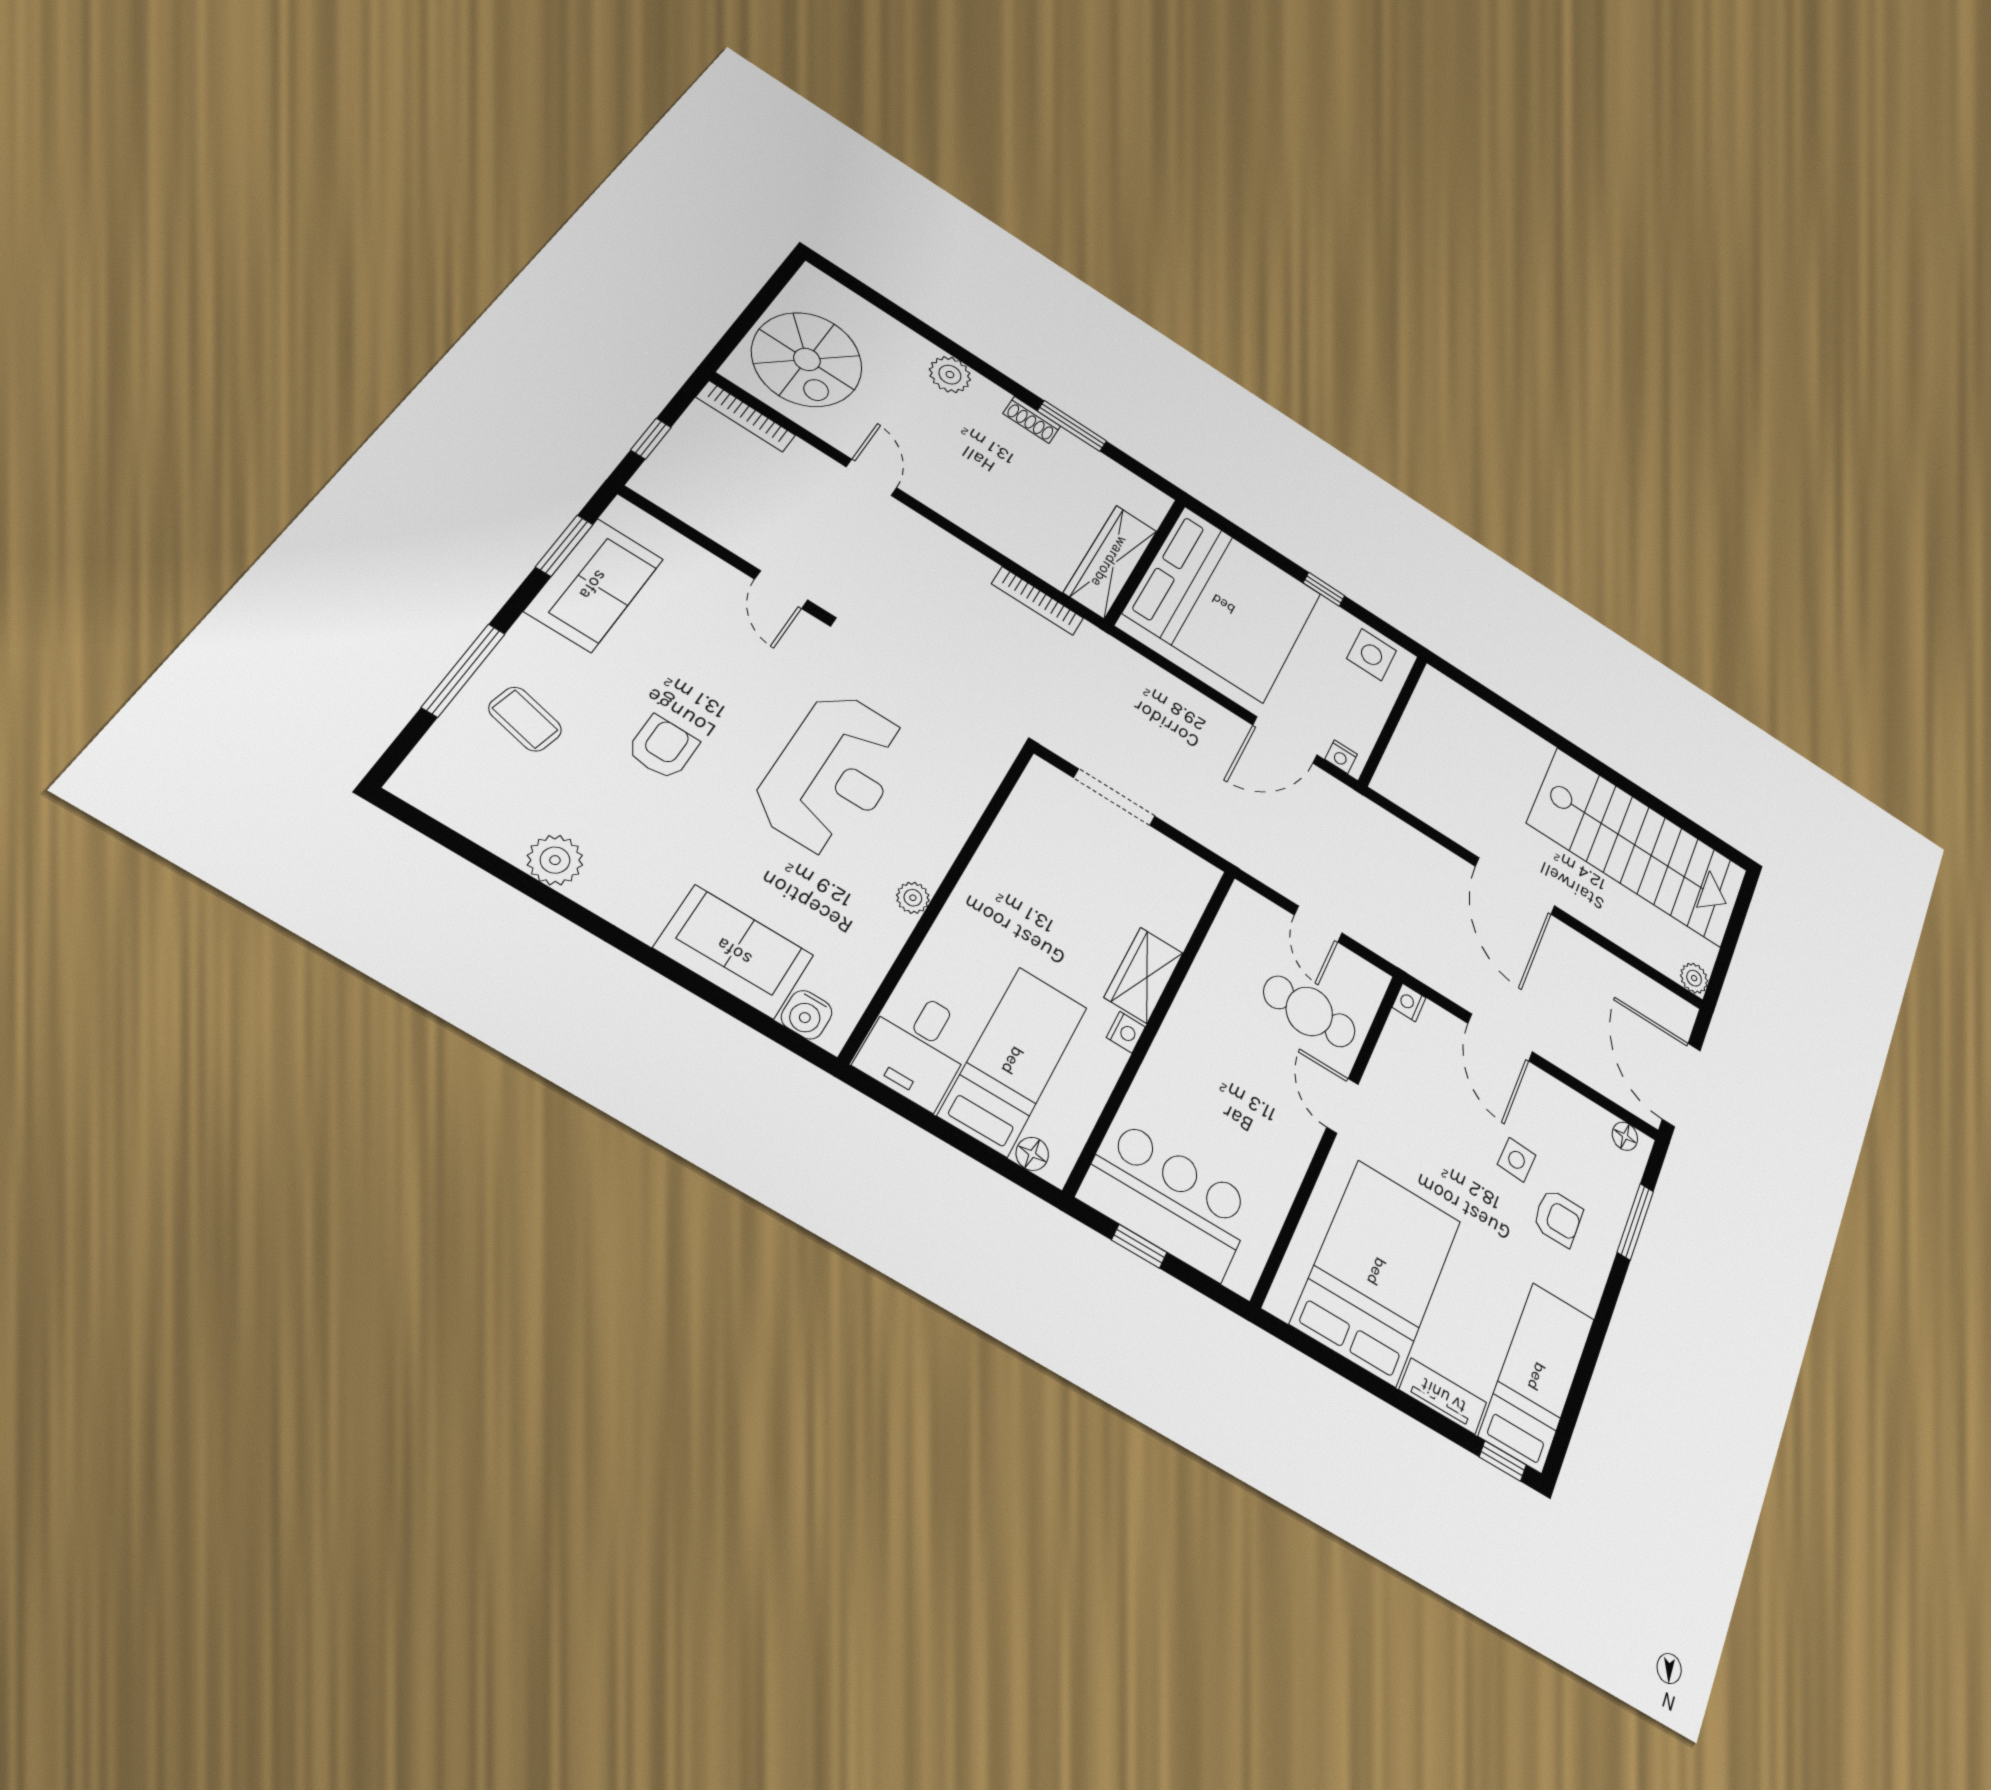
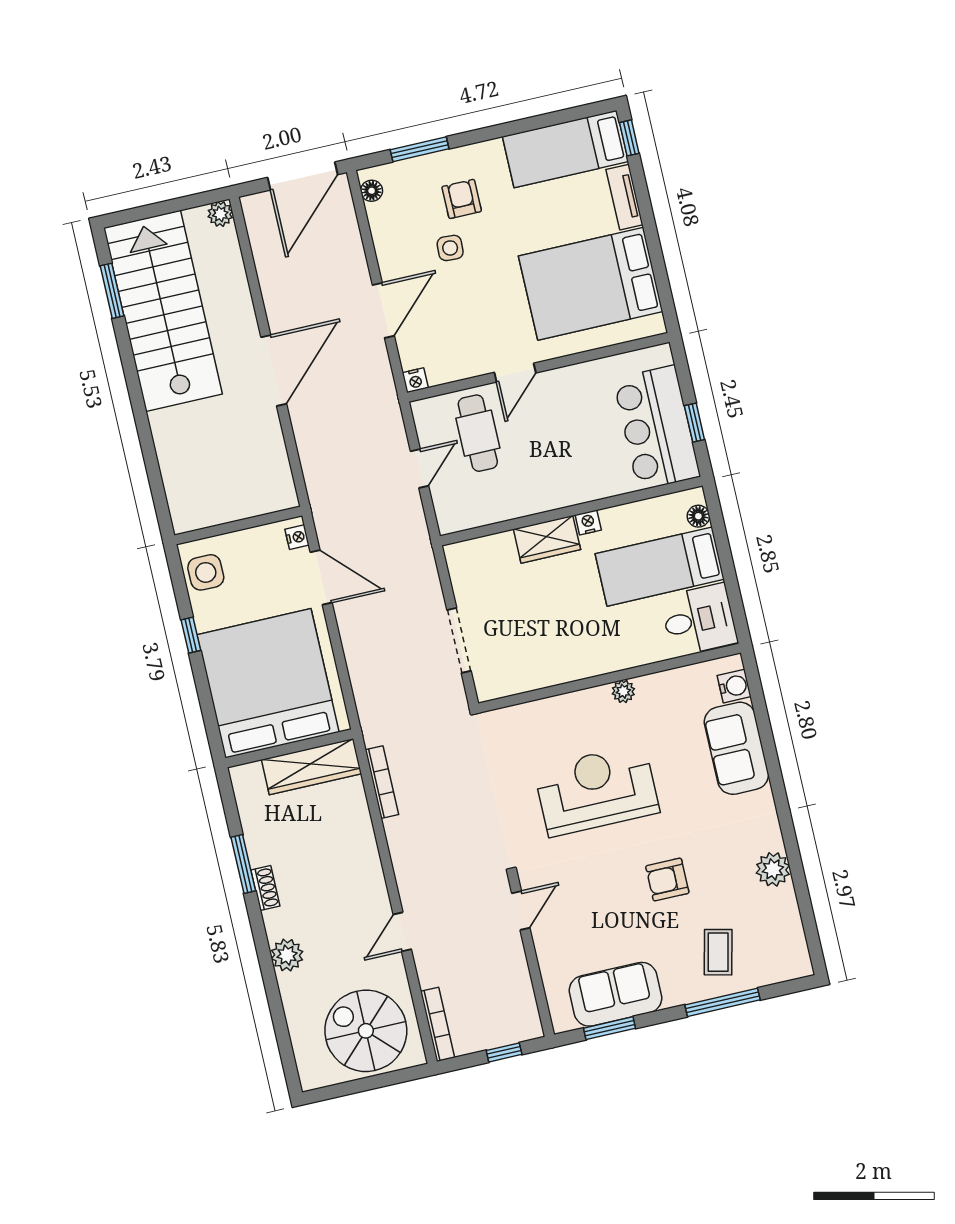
spiral stairs: (807, 359) -> (366, 1031), turned -90
window: (1686, 824) -> (112, 291), added

